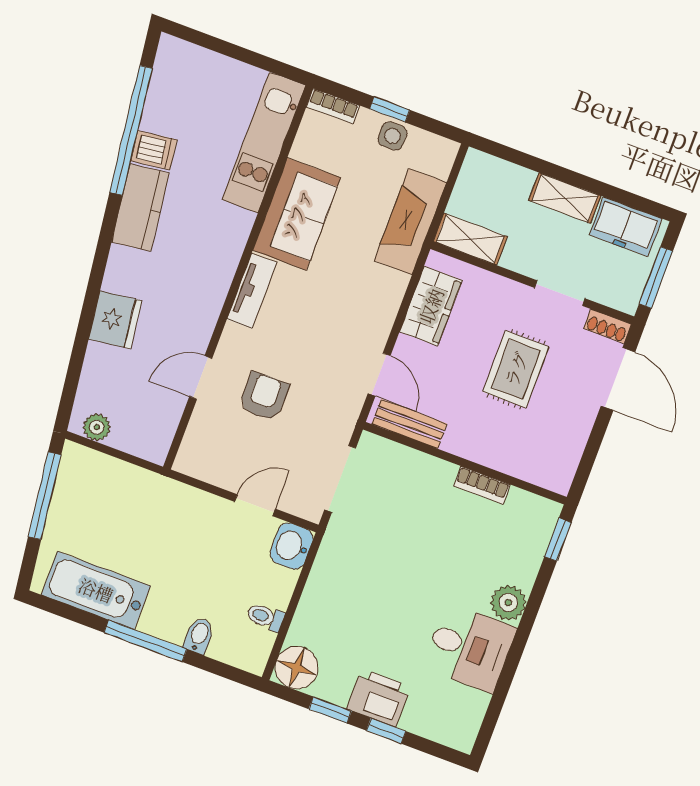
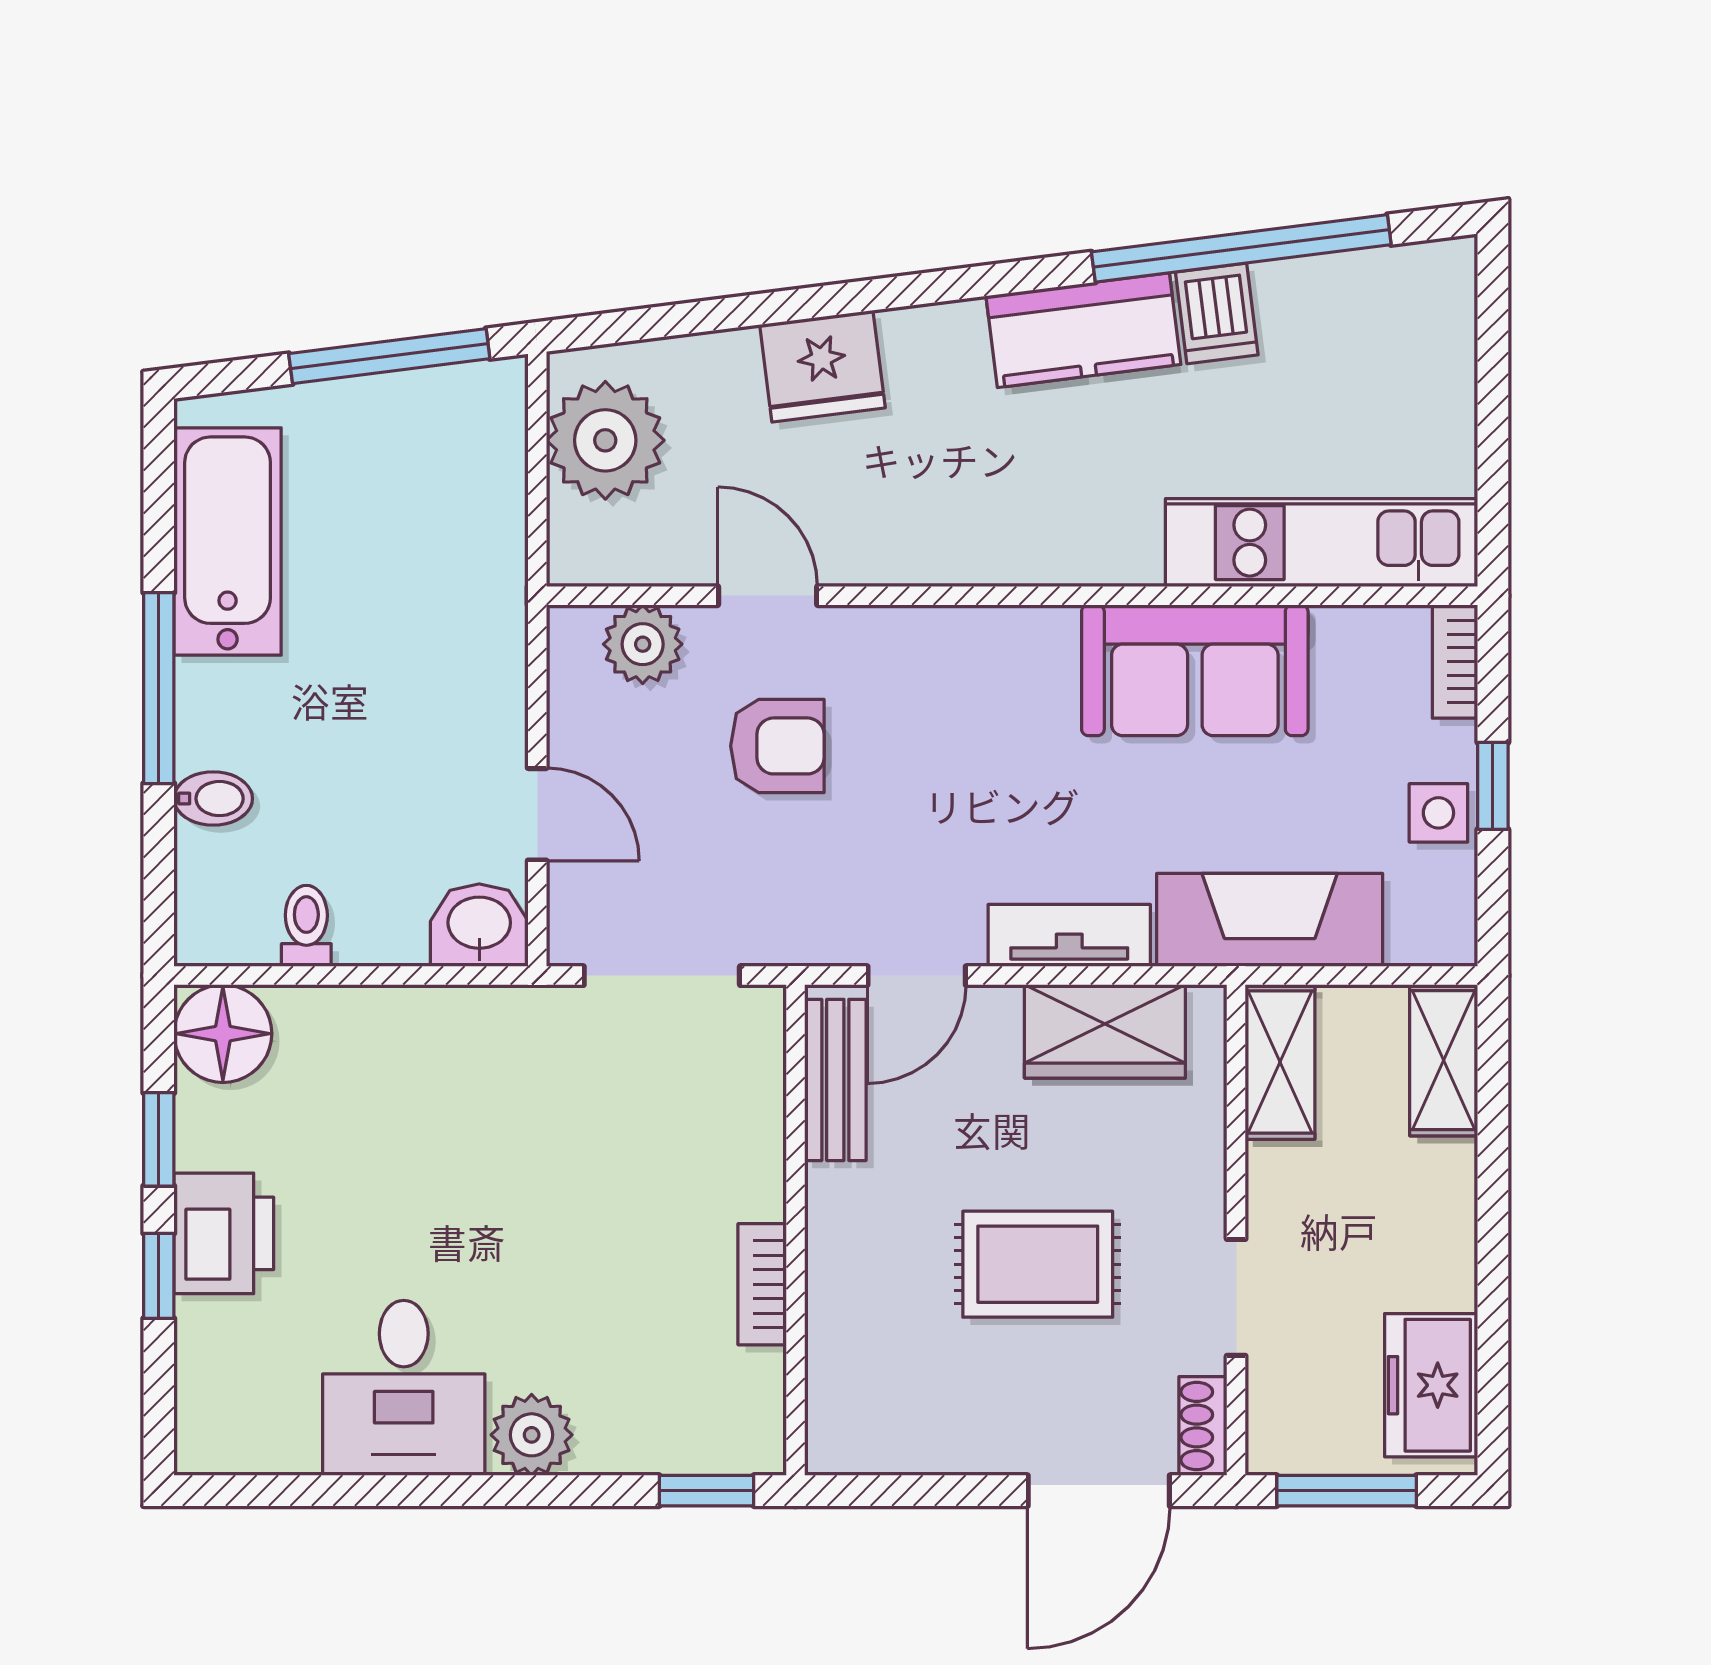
shelving: (565, 198) -> (1444, 1060), moved
tv unit: (252, 291) -> (1069, 935), moved, turned 180
plant: (97, 427) -> (605, 440), width x1.88, depth x1.88
plant: (201, 436) -> (643, 644), added

